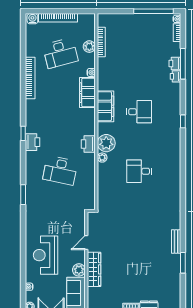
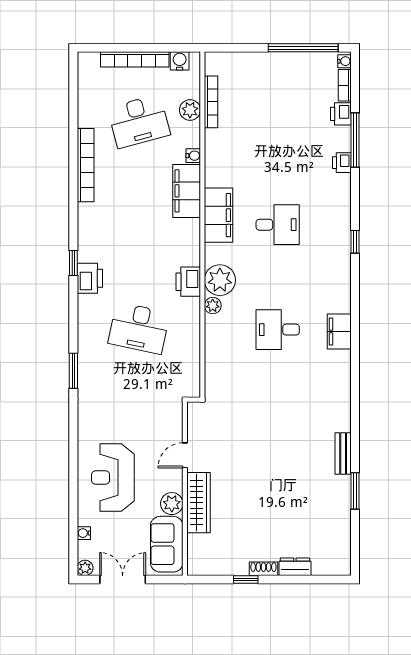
water cooler: (32, 19) -> (180, 61), moved
printer: (175, 63) -> (341, 114), moved
filing cabinet: (174, 172) -> (339, 332), added

